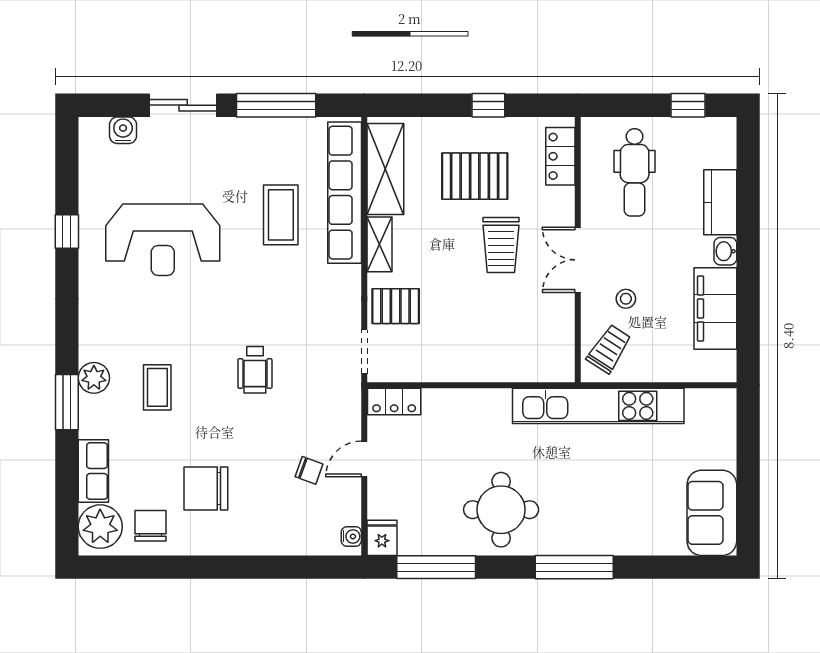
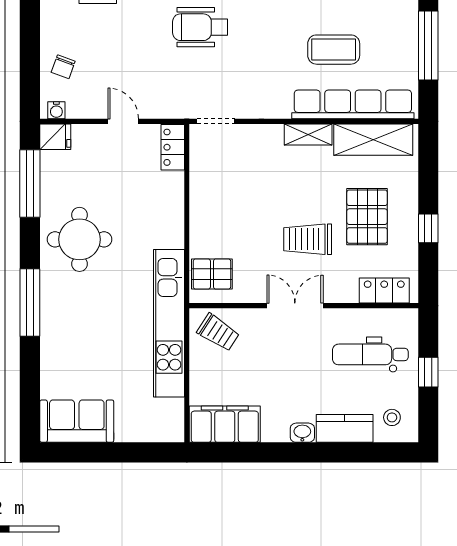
window: (688, 105) -> (428, 372), moved
stool: (626, 299) -> (392, 417), moved
pallet: (396, 306) -> (212, 274), moved, turned 90
filing cabinet: (715, 308) -> (225, 424), moved
wheelchair: (255, 370) -> (200, 27), width x1.36, depth x1.37
chair: (309, 470) -> (63, 67), moved

